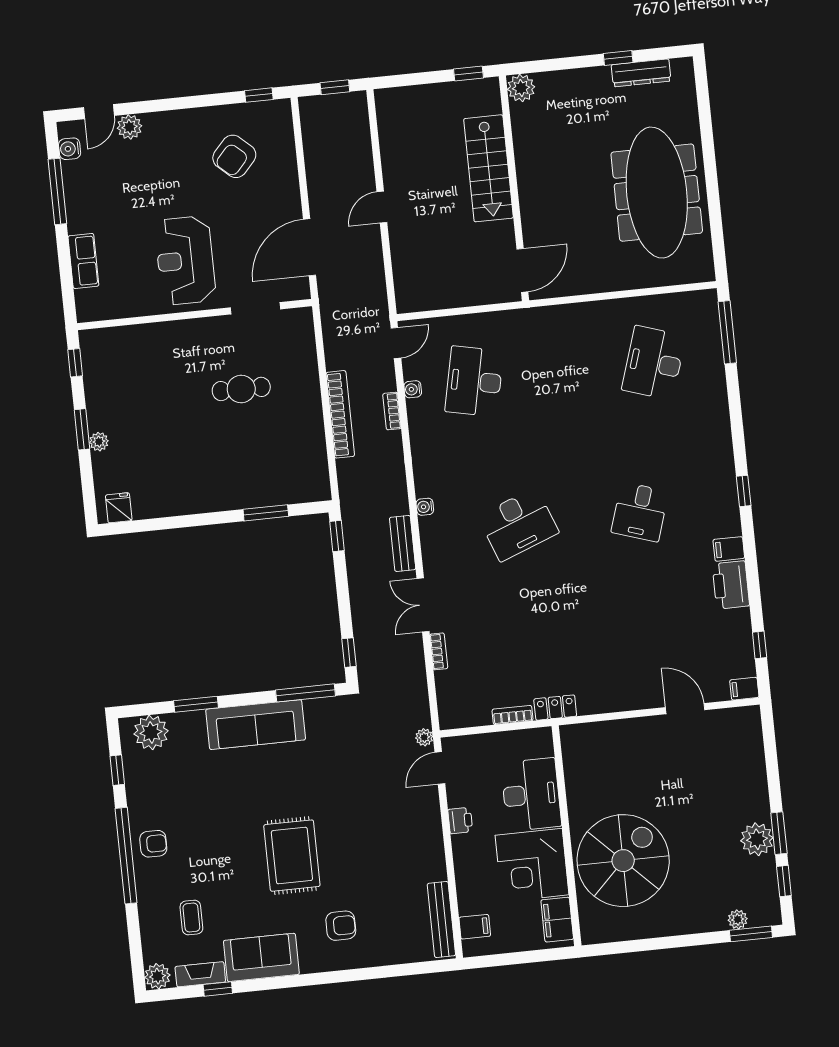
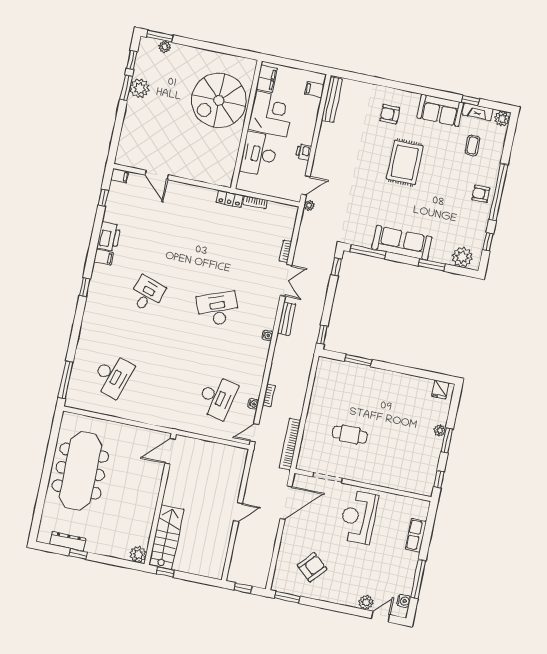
window: (259, 95) -> (287, 597), width x1.50
stairs: (488, 168) -> (166, 537), moved
reception desk: (185, 260) -> (358, 517), turned 180
bookcase: (340, 414) -> (290, 444), moved

